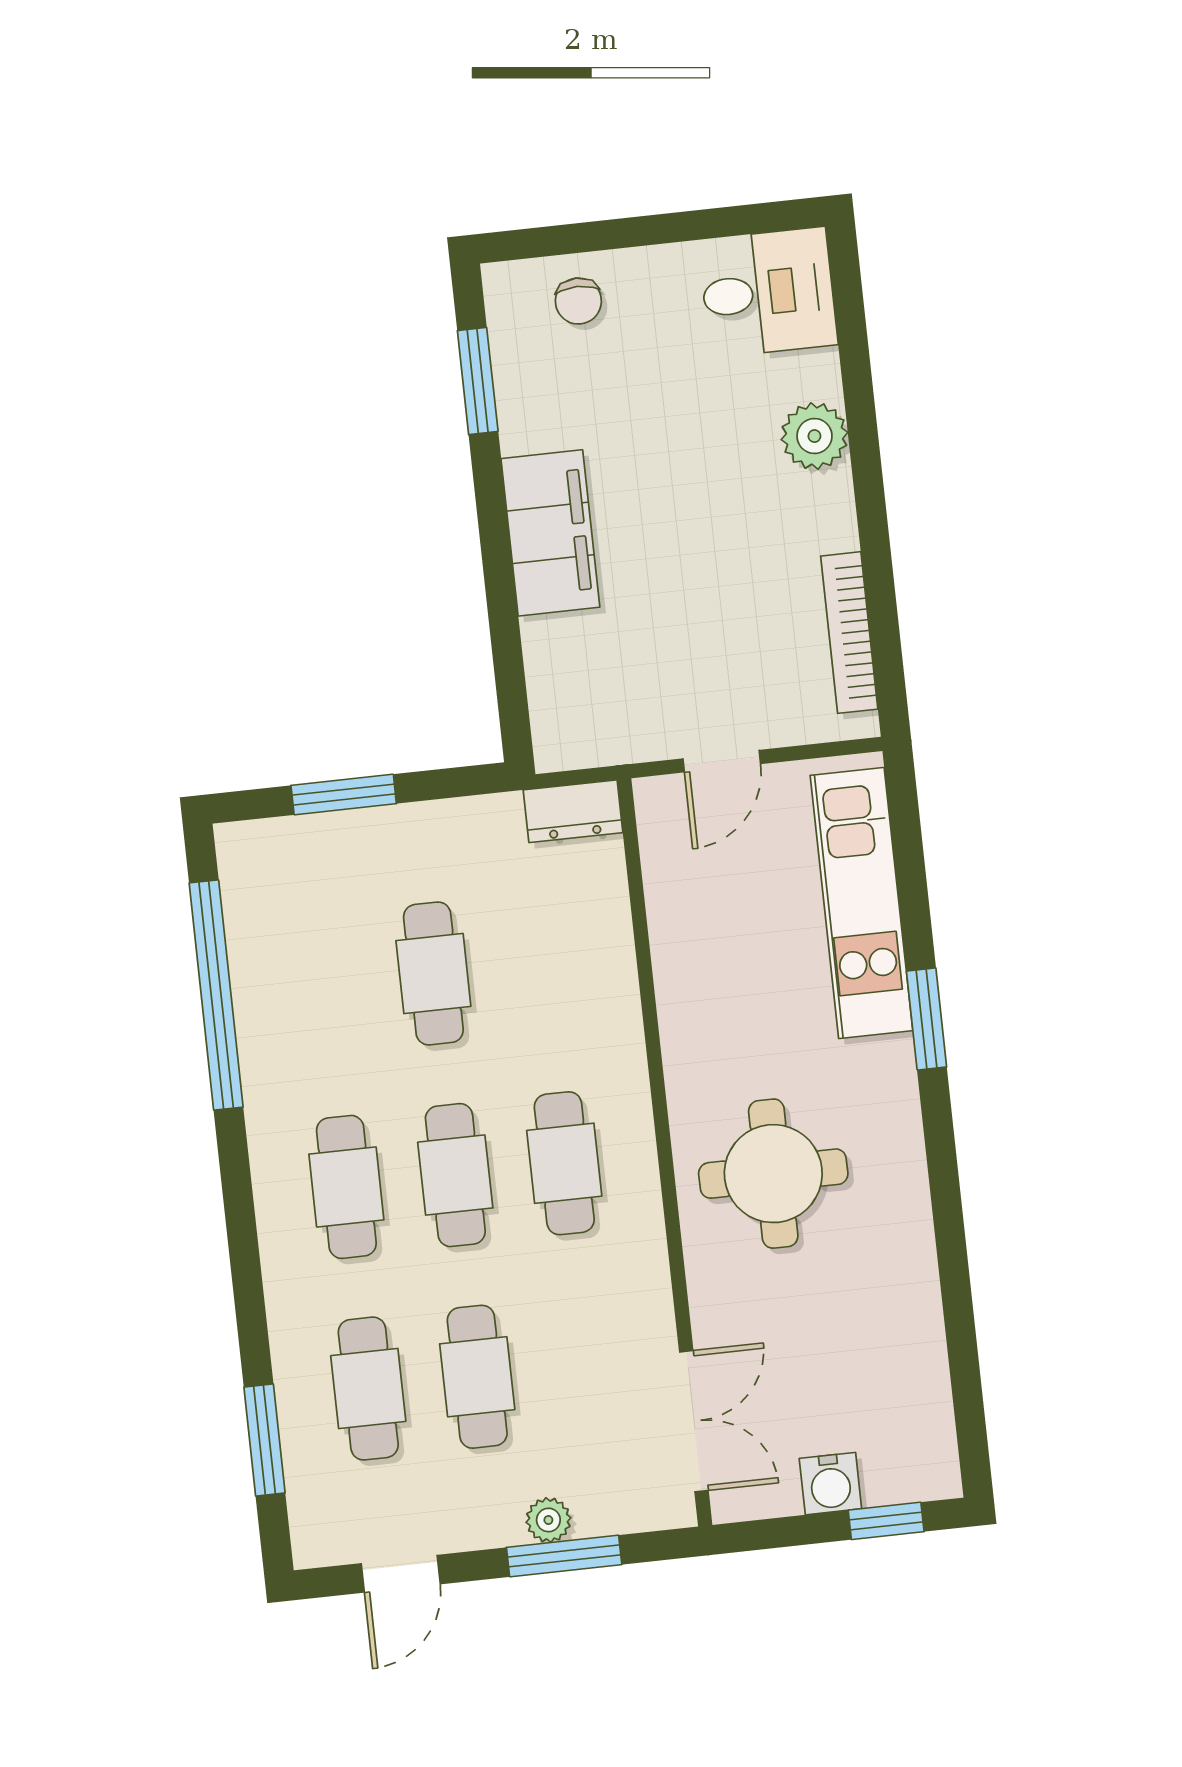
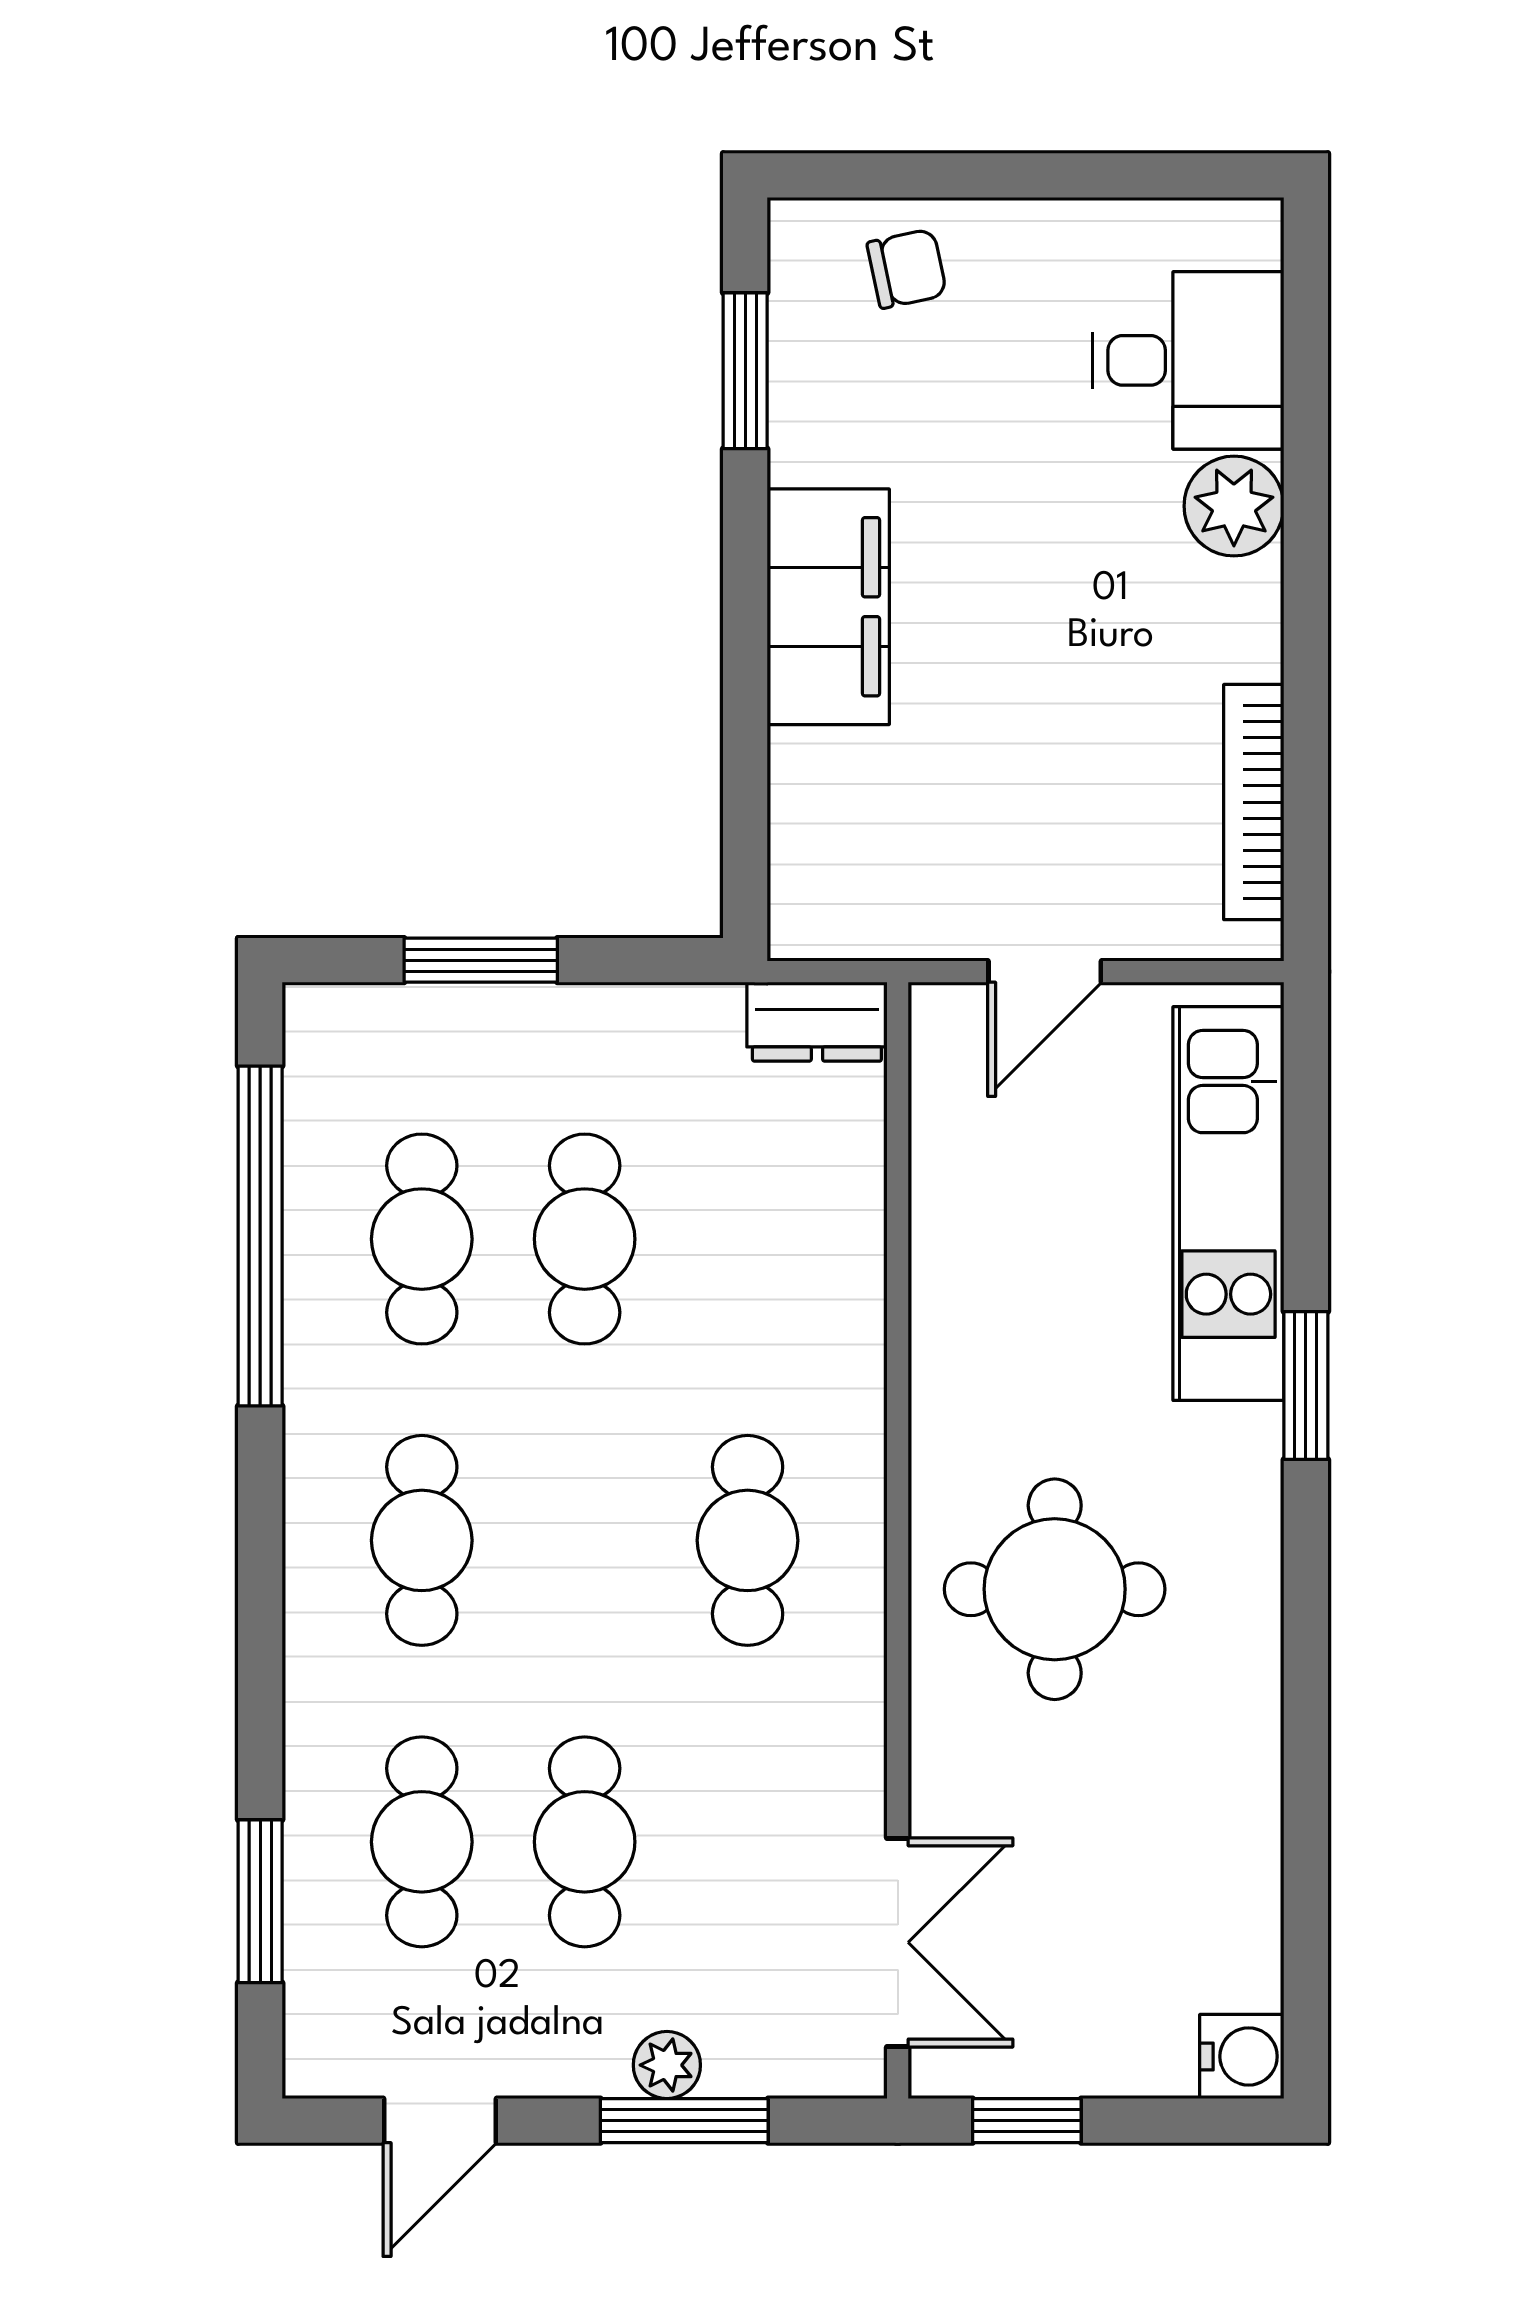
desk: (768, 292) -> (1188, 360), moved
chair: (578, 301) -> (907, 269), turned -102
cafe table: (455, 1175) -> (422, 1239), moved
water cooler: (830, 1484) -> (1242, 2056), moved, turned -90
window: (886, 1521) -> (1027, 2121), moved

